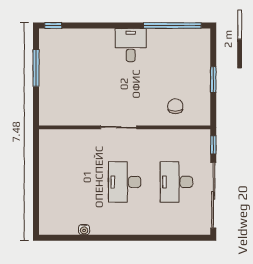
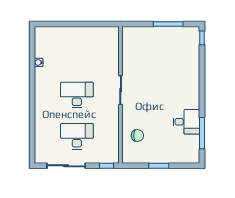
window: (172, 26) -> (202, 133), width x0.68
desk: (131, 45) -> (186, 122), moved
sliding door: (213, 195) -> (66, 166), width x0.73

